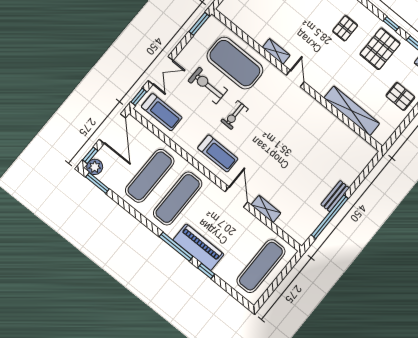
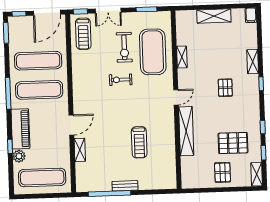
window: (199, 24) -> (147, 9), moved
pallet: (345, 28) -> (225, 88), moved, turned 90
pallet: (380, 49) -> (233, 143), moved
shelving: (276, 51) -> (182, 57), moved
exercise bike: (208, 85) -> (124, 47), turned 180
shelving: (352, 111) -> (186, 131), moved
treadmill: (218, 154) -> (139, 142), moved
plant: (95, 167) -> (19, 156), moved
window: (176, 247) -> (8, 93), moved

